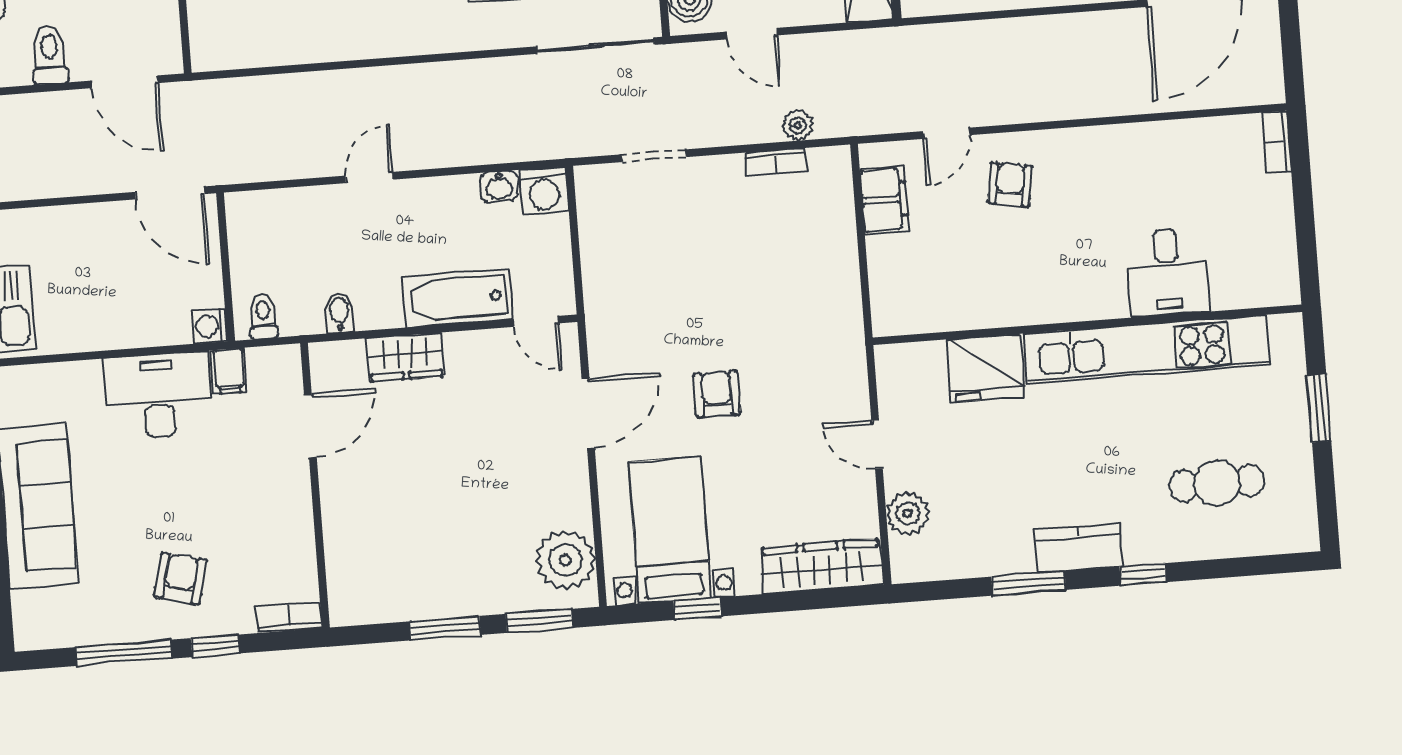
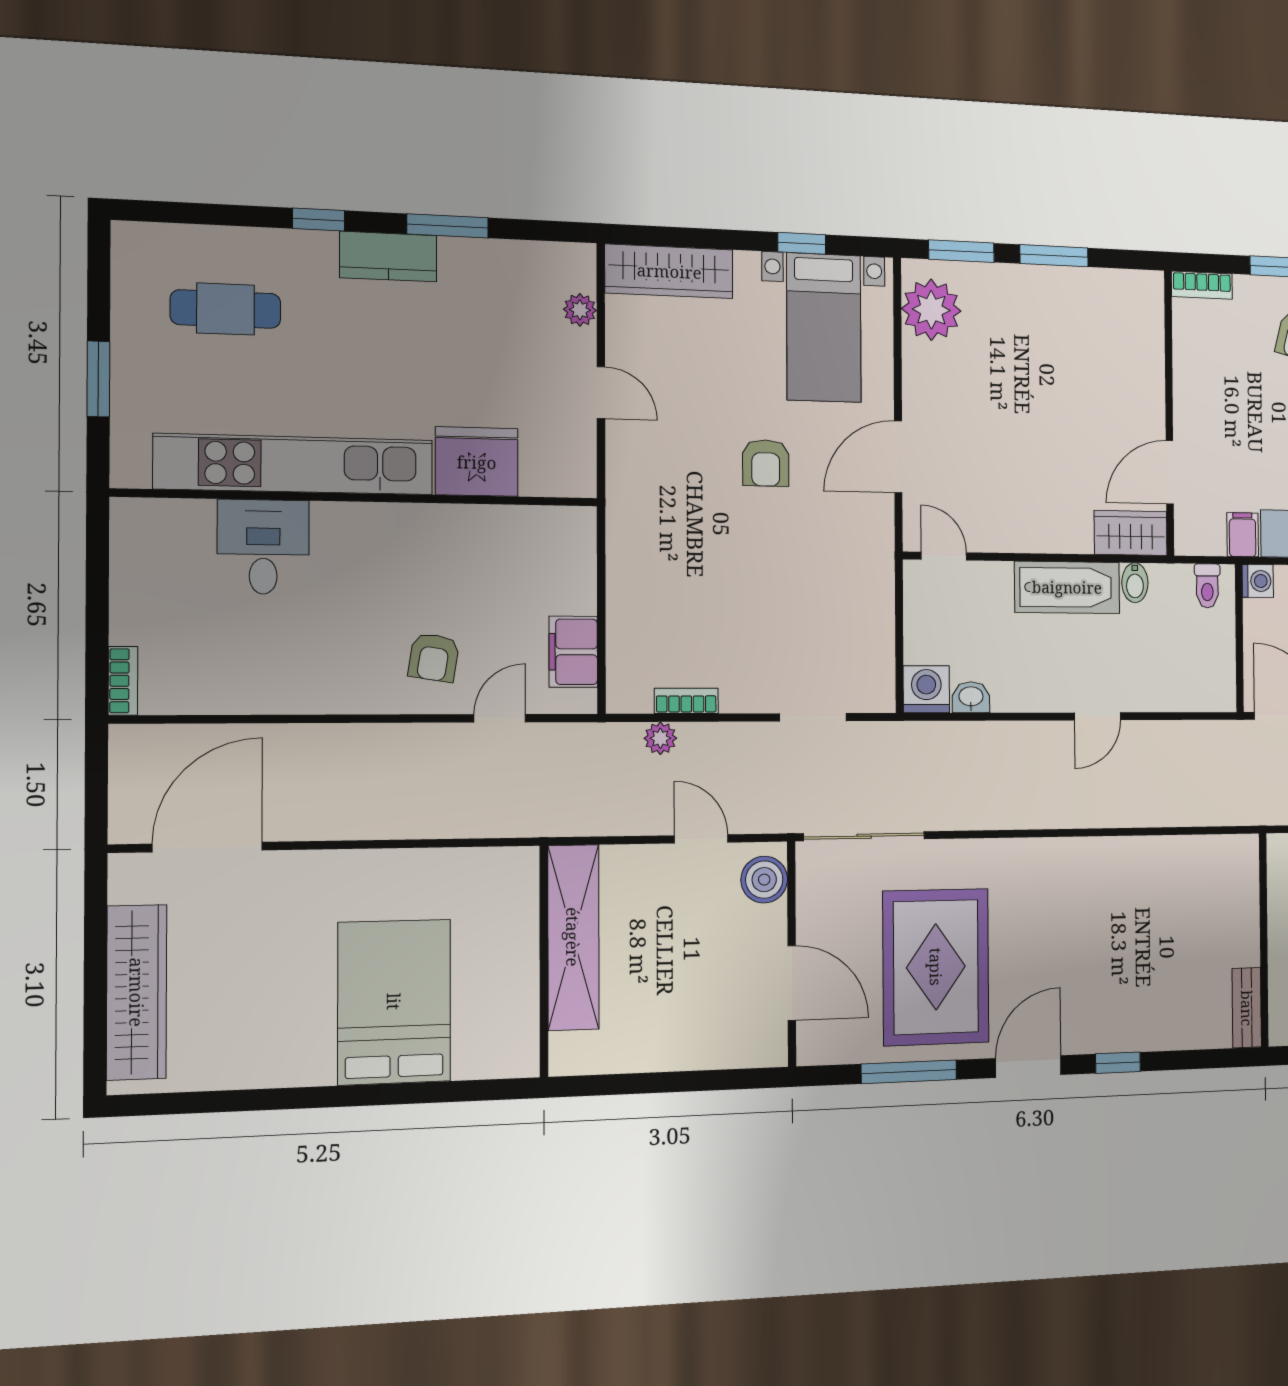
bathtub: (457, 298) -> (1067, 587), moved
wardrobe: (405, 357) -> (1131, 533), moved
plant: (908, 513) -> (580, 310), width x0.73, depth x0.73

